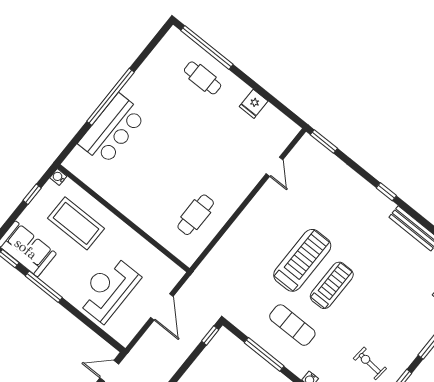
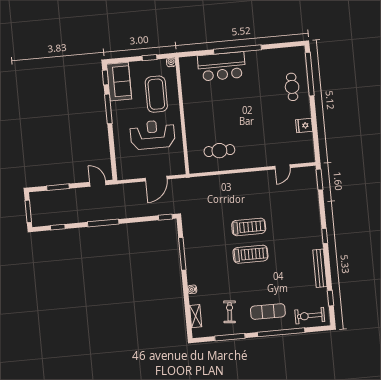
treadmill: (302, 260) -> (249, 227), width x0.73, depth x0.73
reception desk: (108, 289) -> (153, 135), moved
exercise mat: (292, 325) -> (268, 312), moved, turned 90

